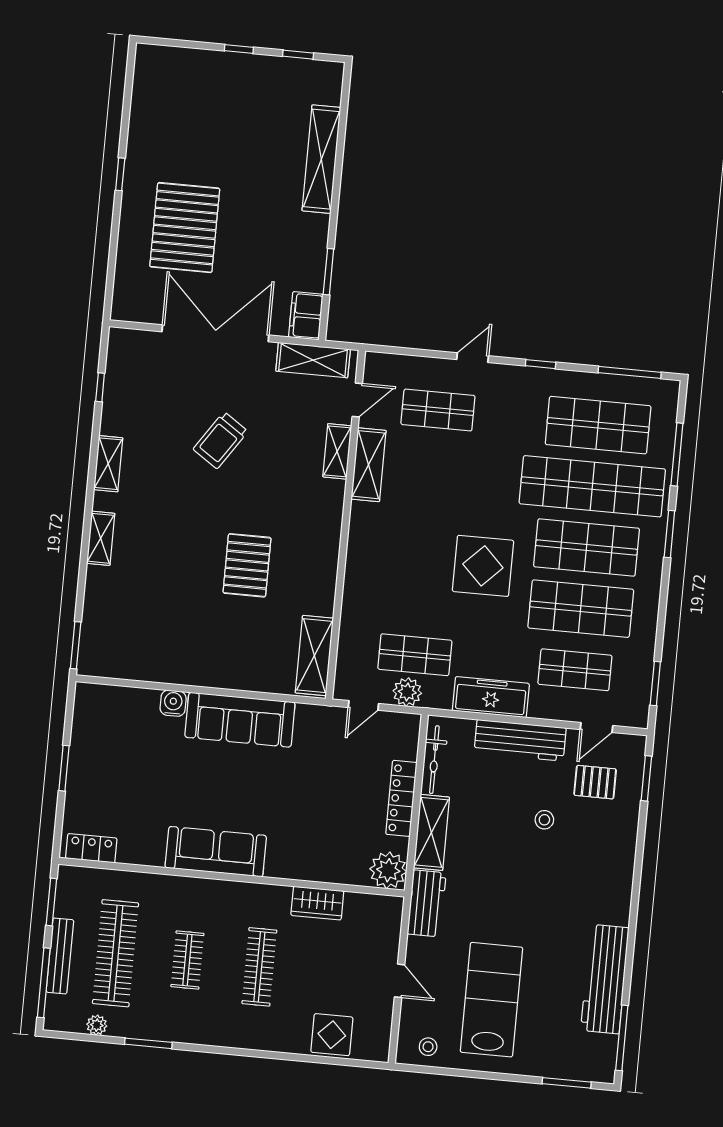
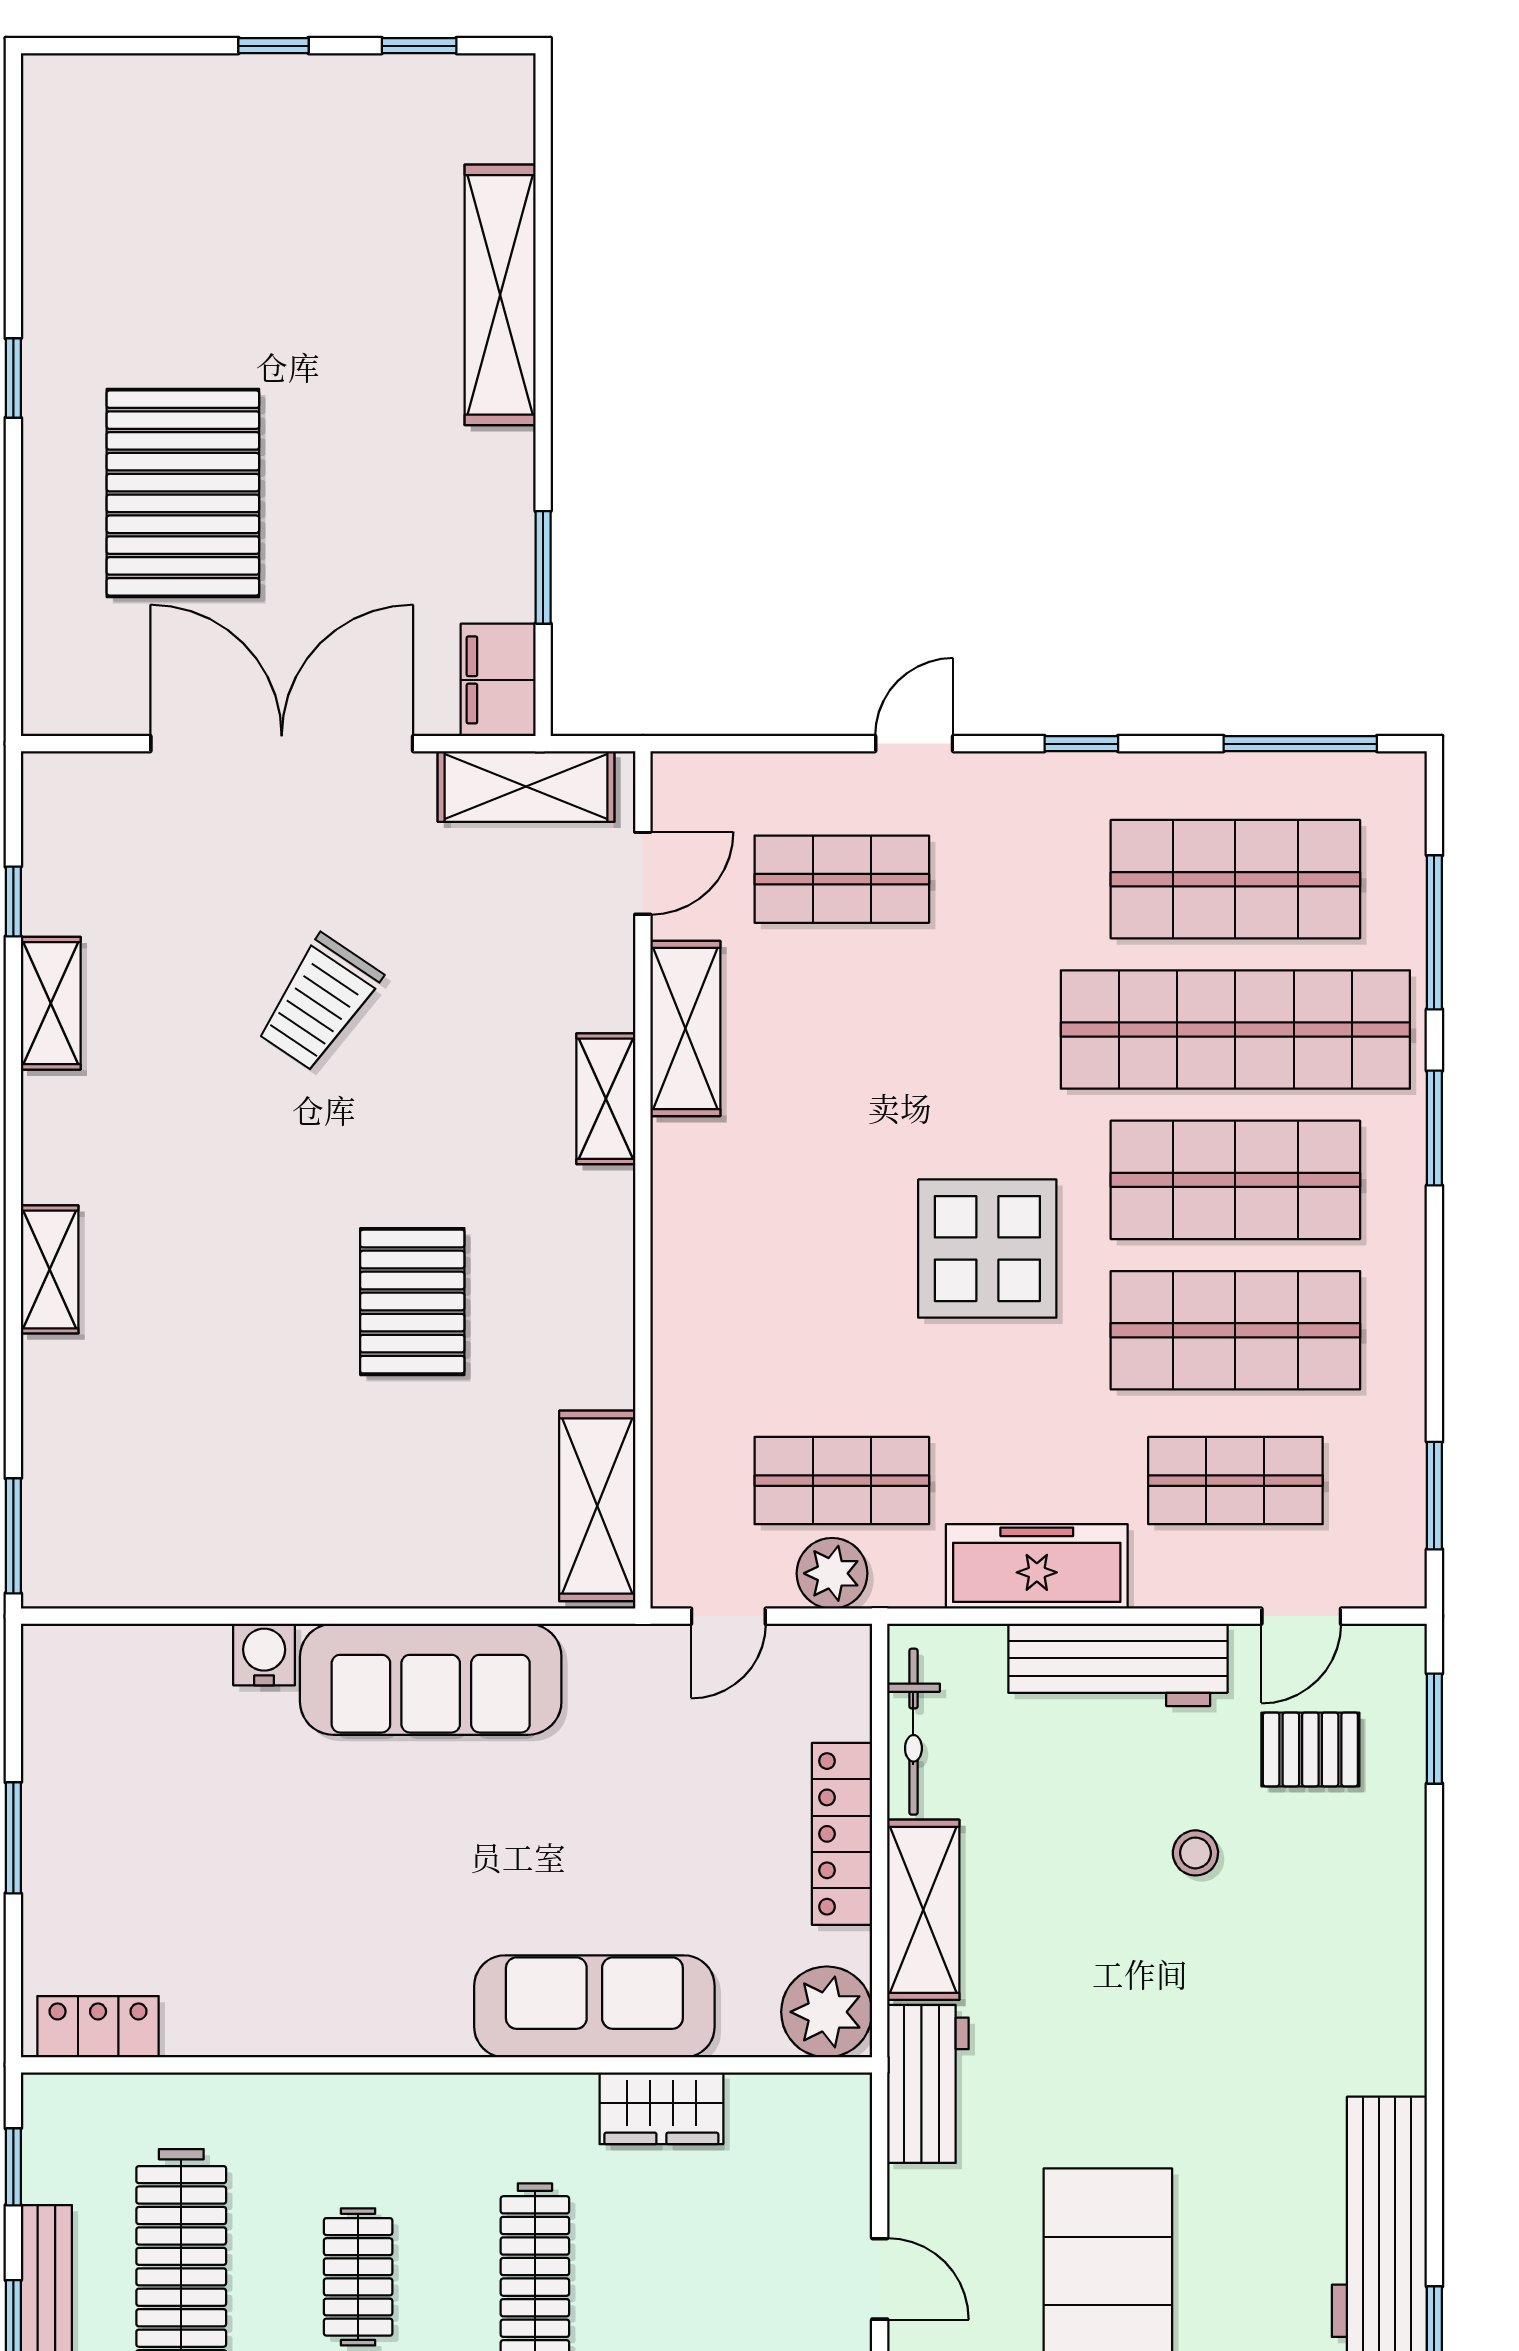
shelving: (337, 451) -> (606, 1099), moved
shelving: (108, 464) -> (51, 1003), moved
sofa: (216, 852) -> (594, 2006), moved
window: (51, 902) -> (13, 2167), width x0.67

